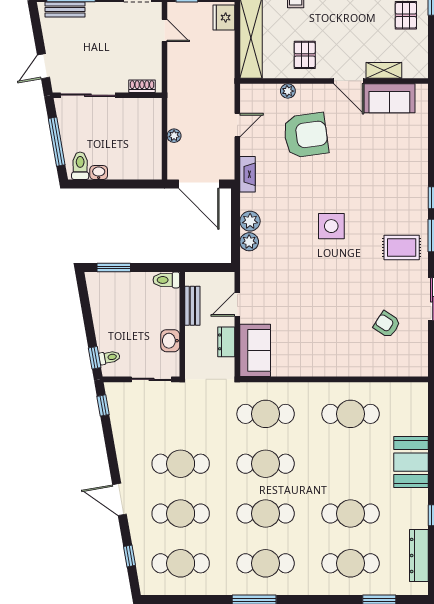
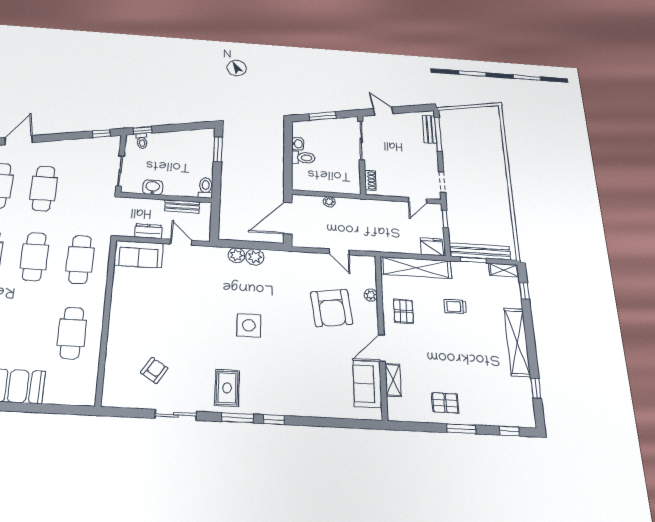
pallet: (305, 55) -> (403, 311), turned 90
window: (57, 142) -> (323, 116), width x0.69
toilet: (80, 166) -> (303, 158), moved
fireplace: (248, 174) -> (296, 258), removed

